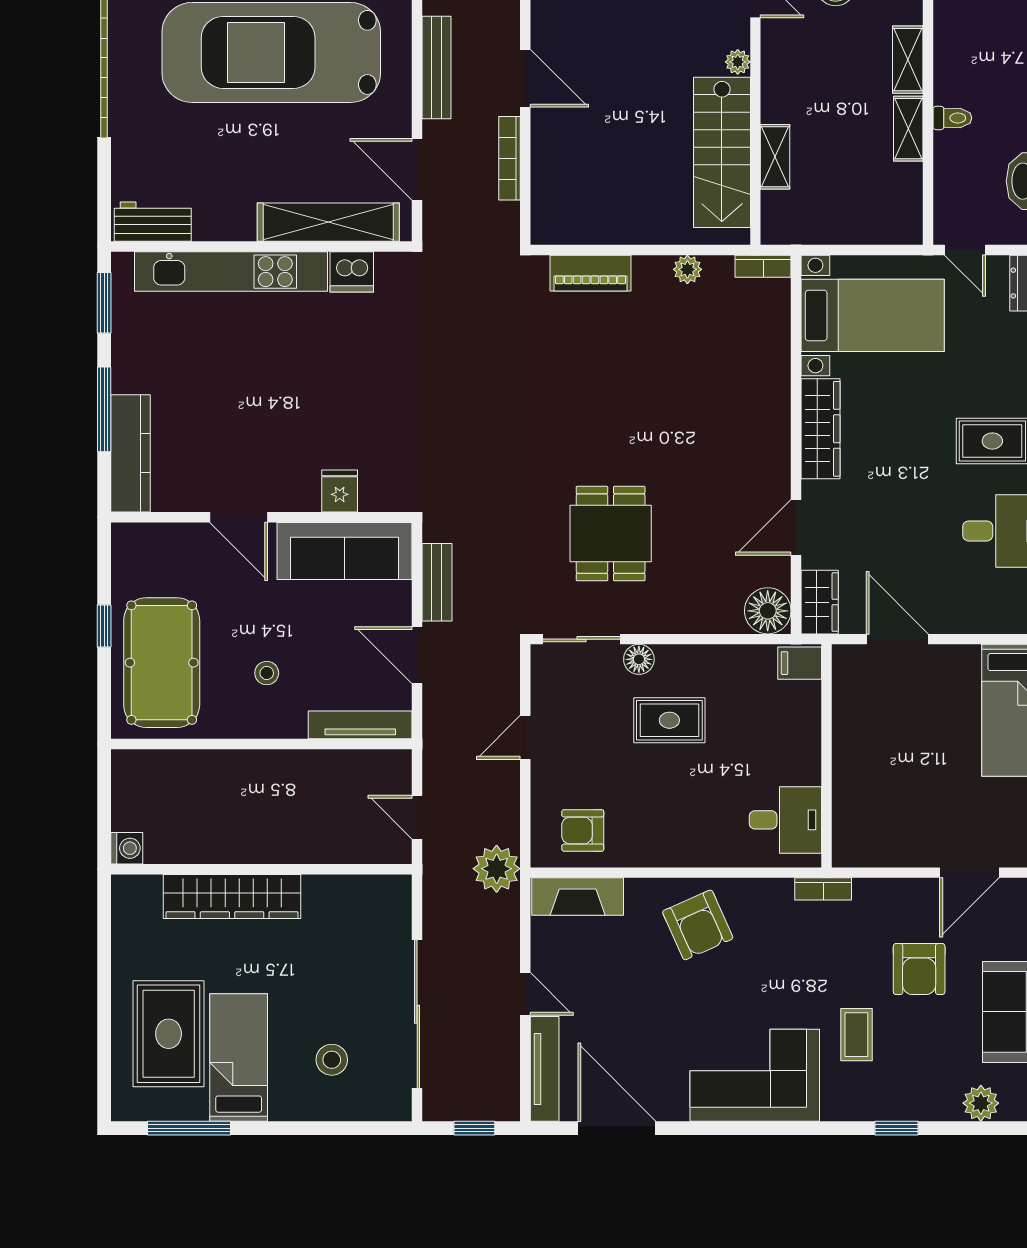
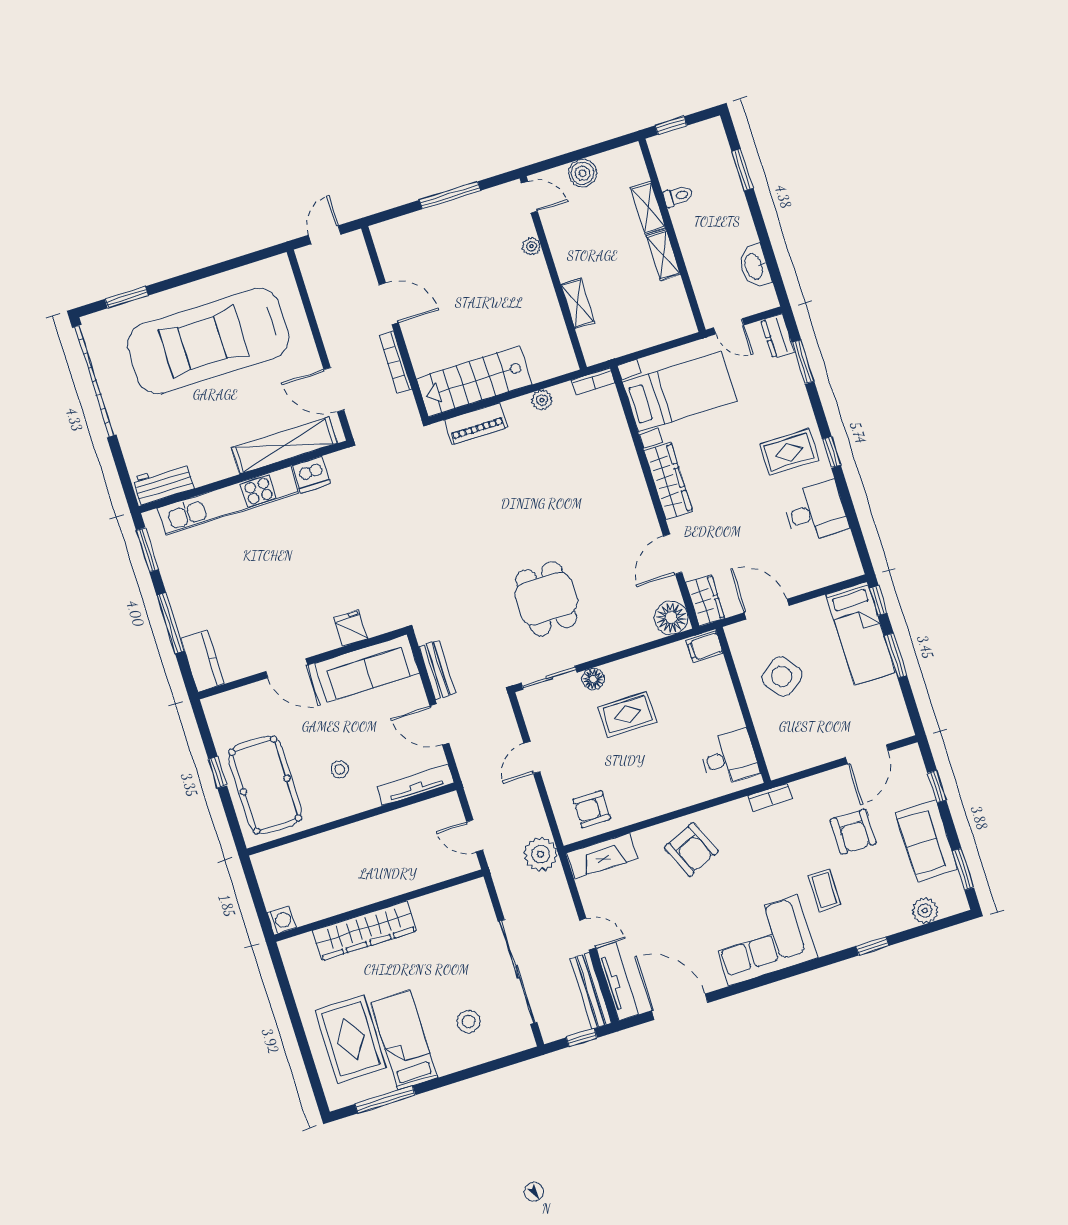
bench: (436, 67) -> (591, 991), moved
toilet: (952, 118) -> (678, 196), moved
stairs: (722, 152) -> (474, 381), moved, turned 90
kitchen counter: (130, 453) -> (203, 661), width x0.67
side table: (889, 734) -> (782, 676), added

